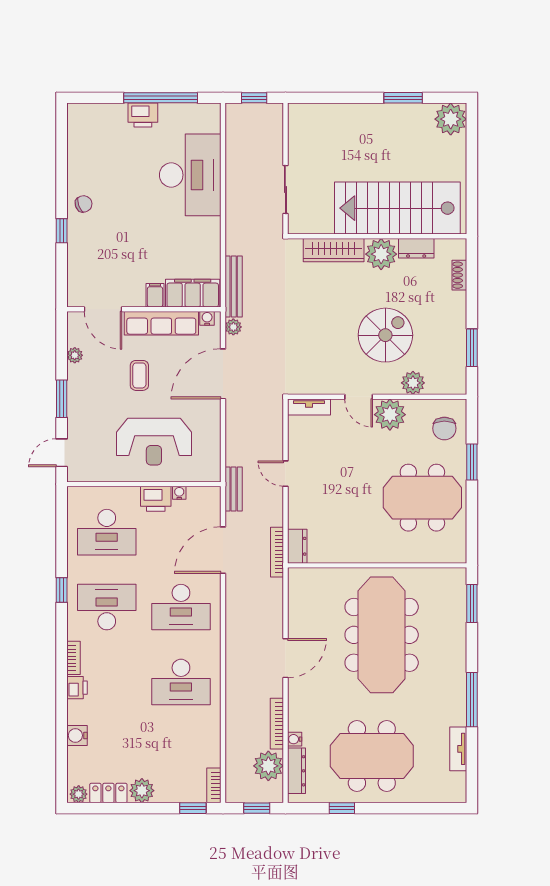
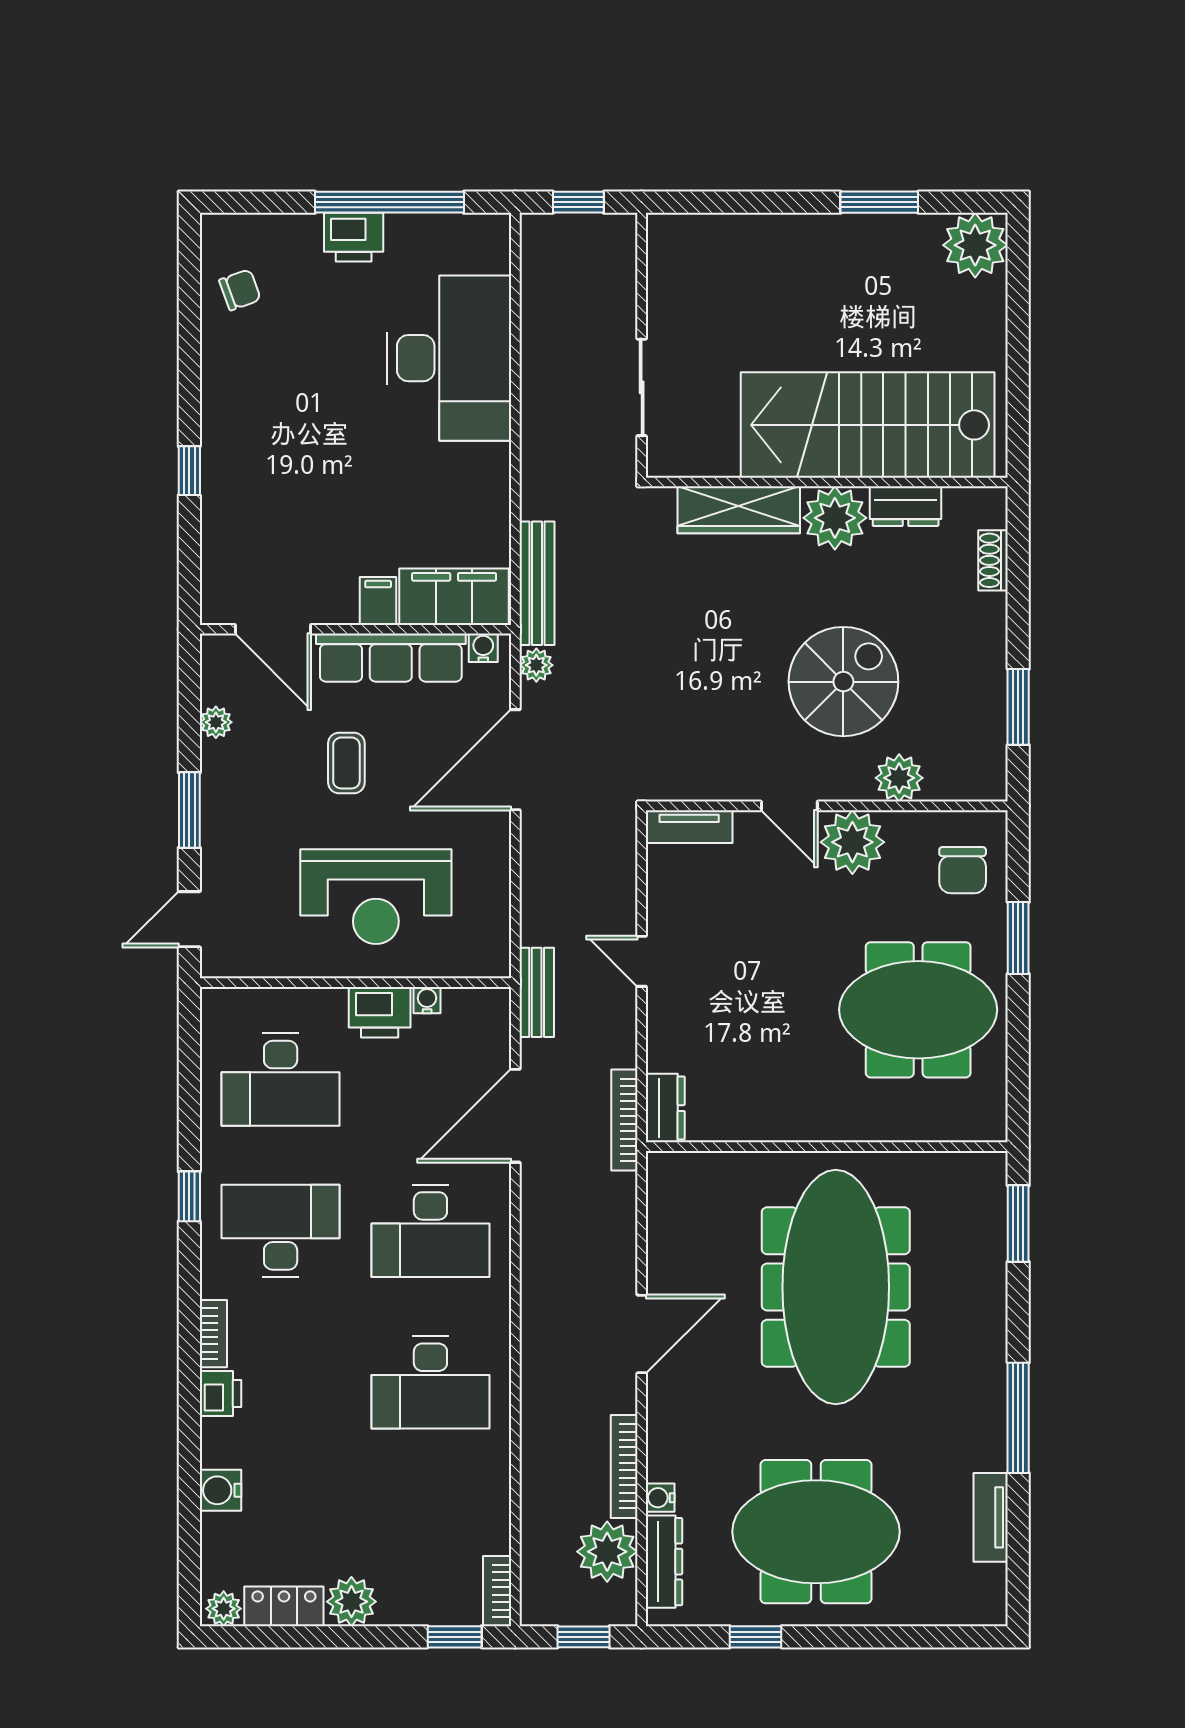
chair: (84, 204) -> (240, 290), moved

